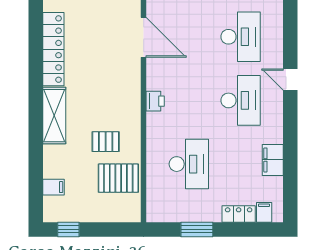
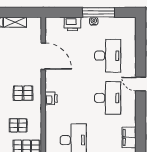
pallet: (113, 93) -> (23, 93), added

